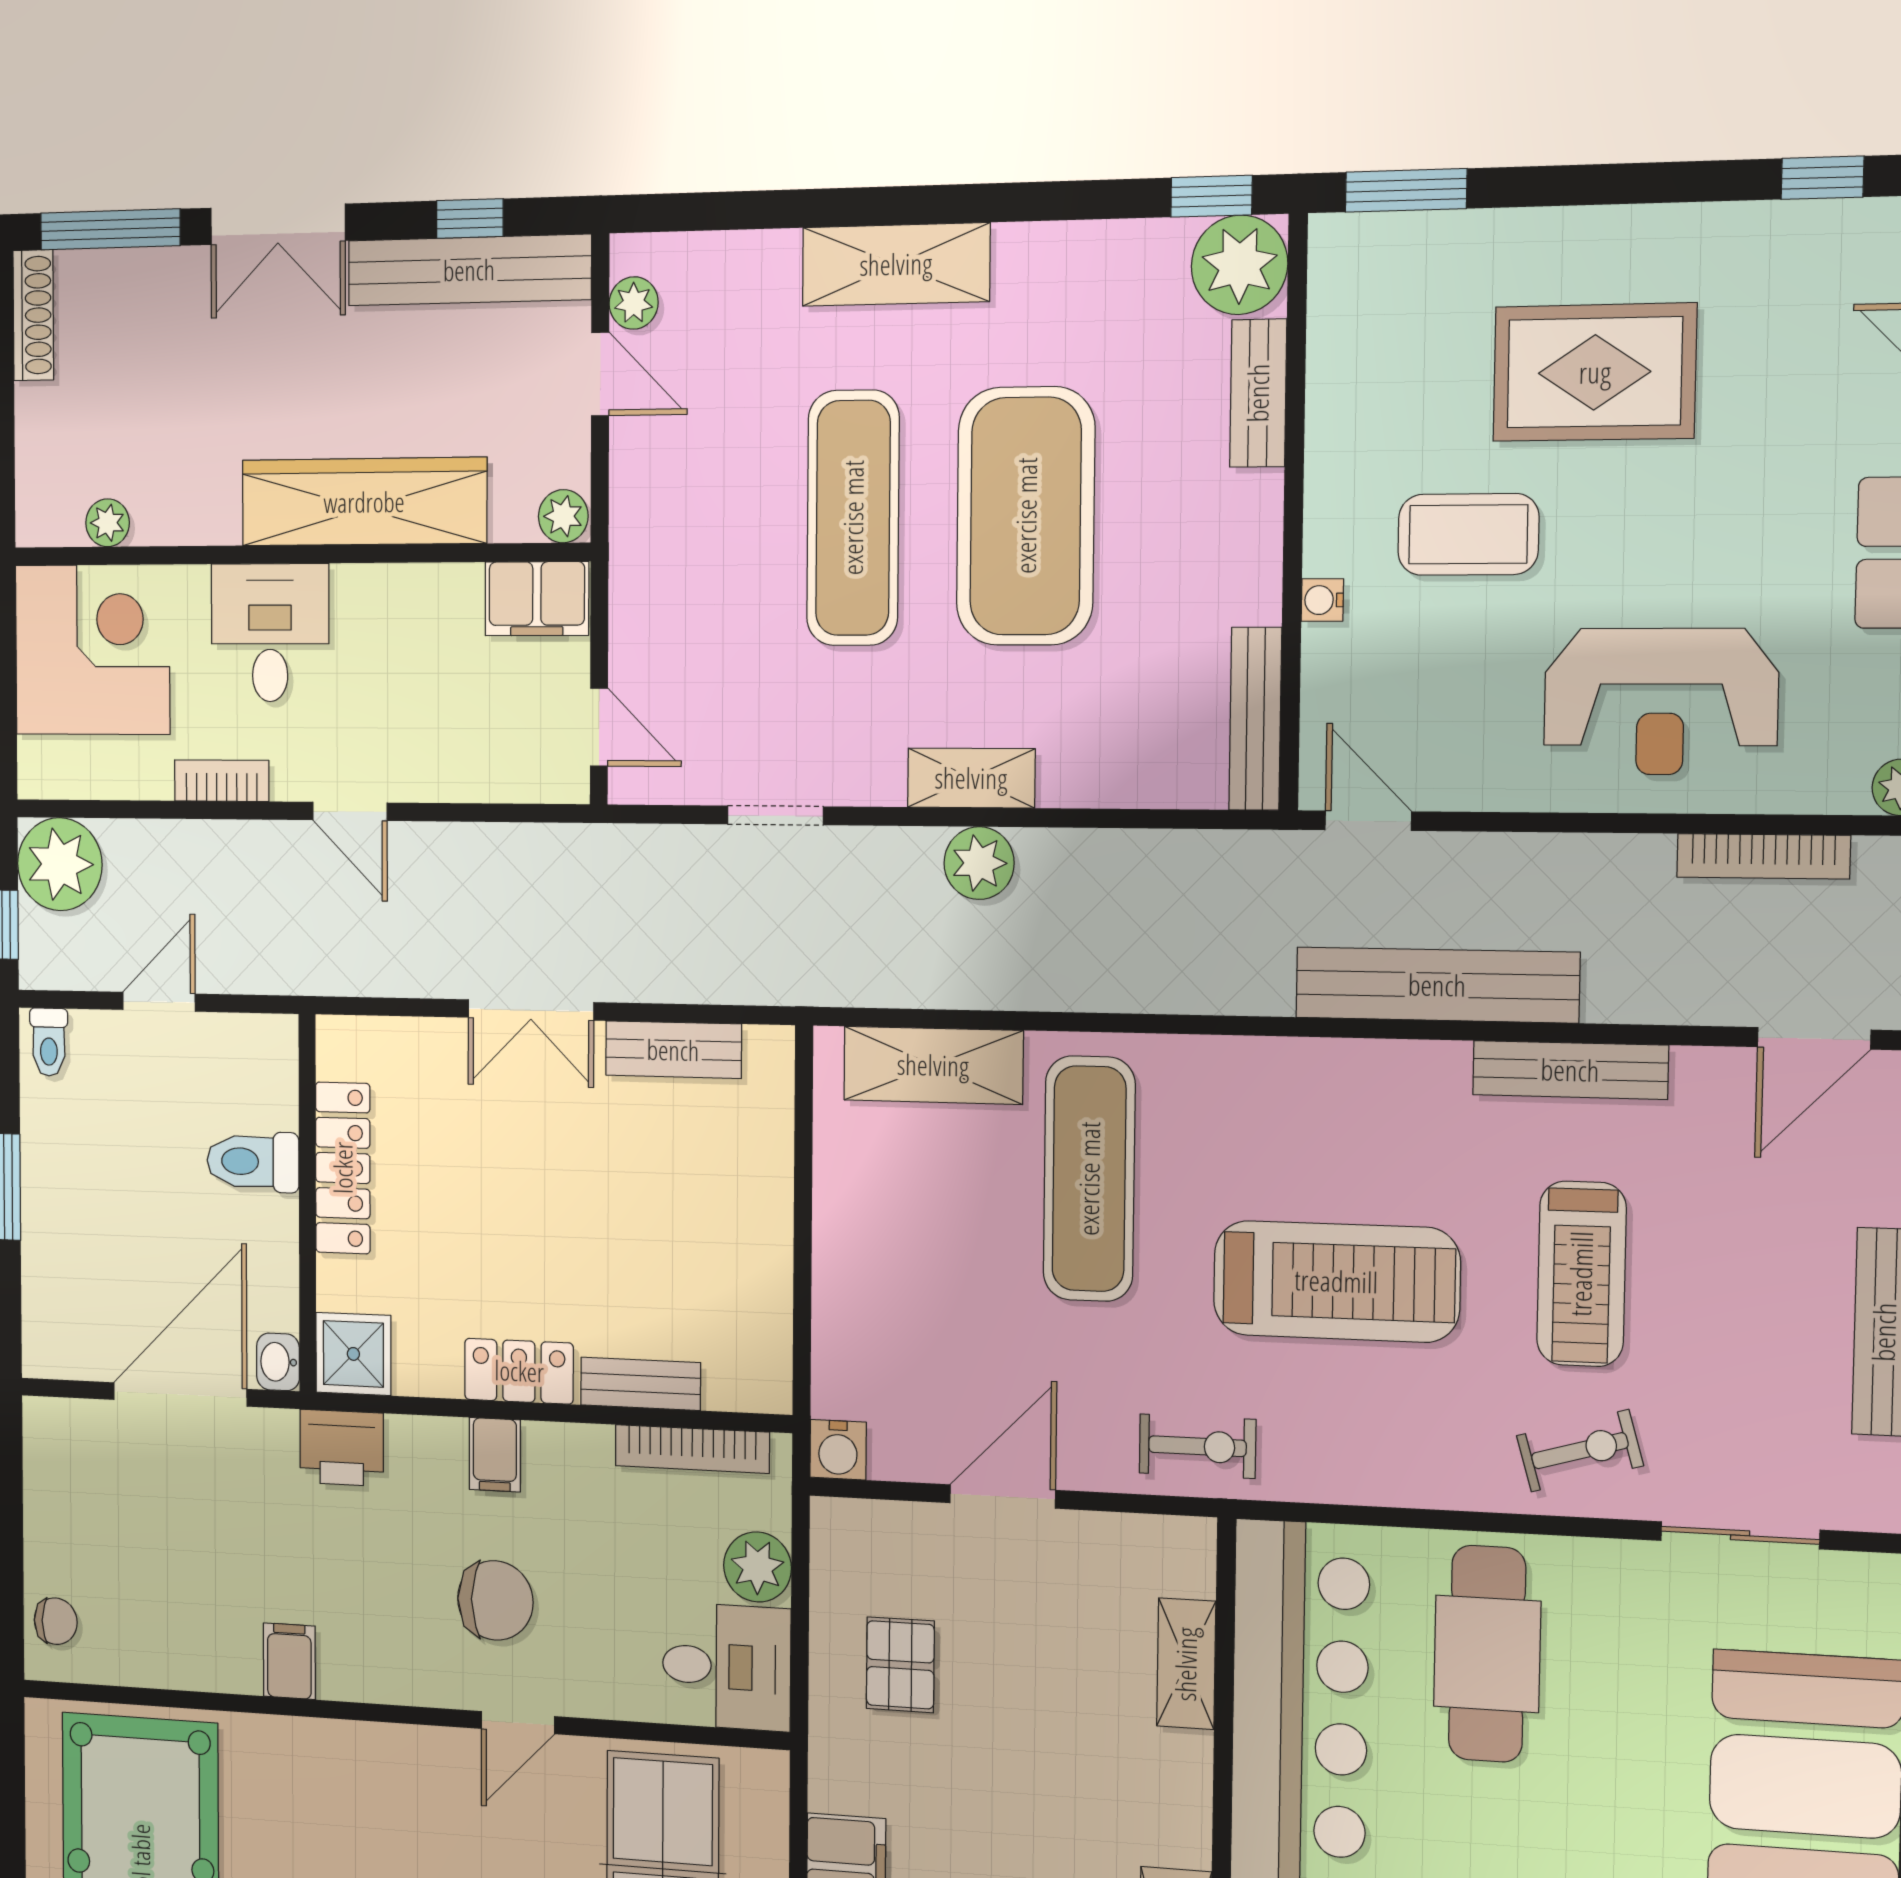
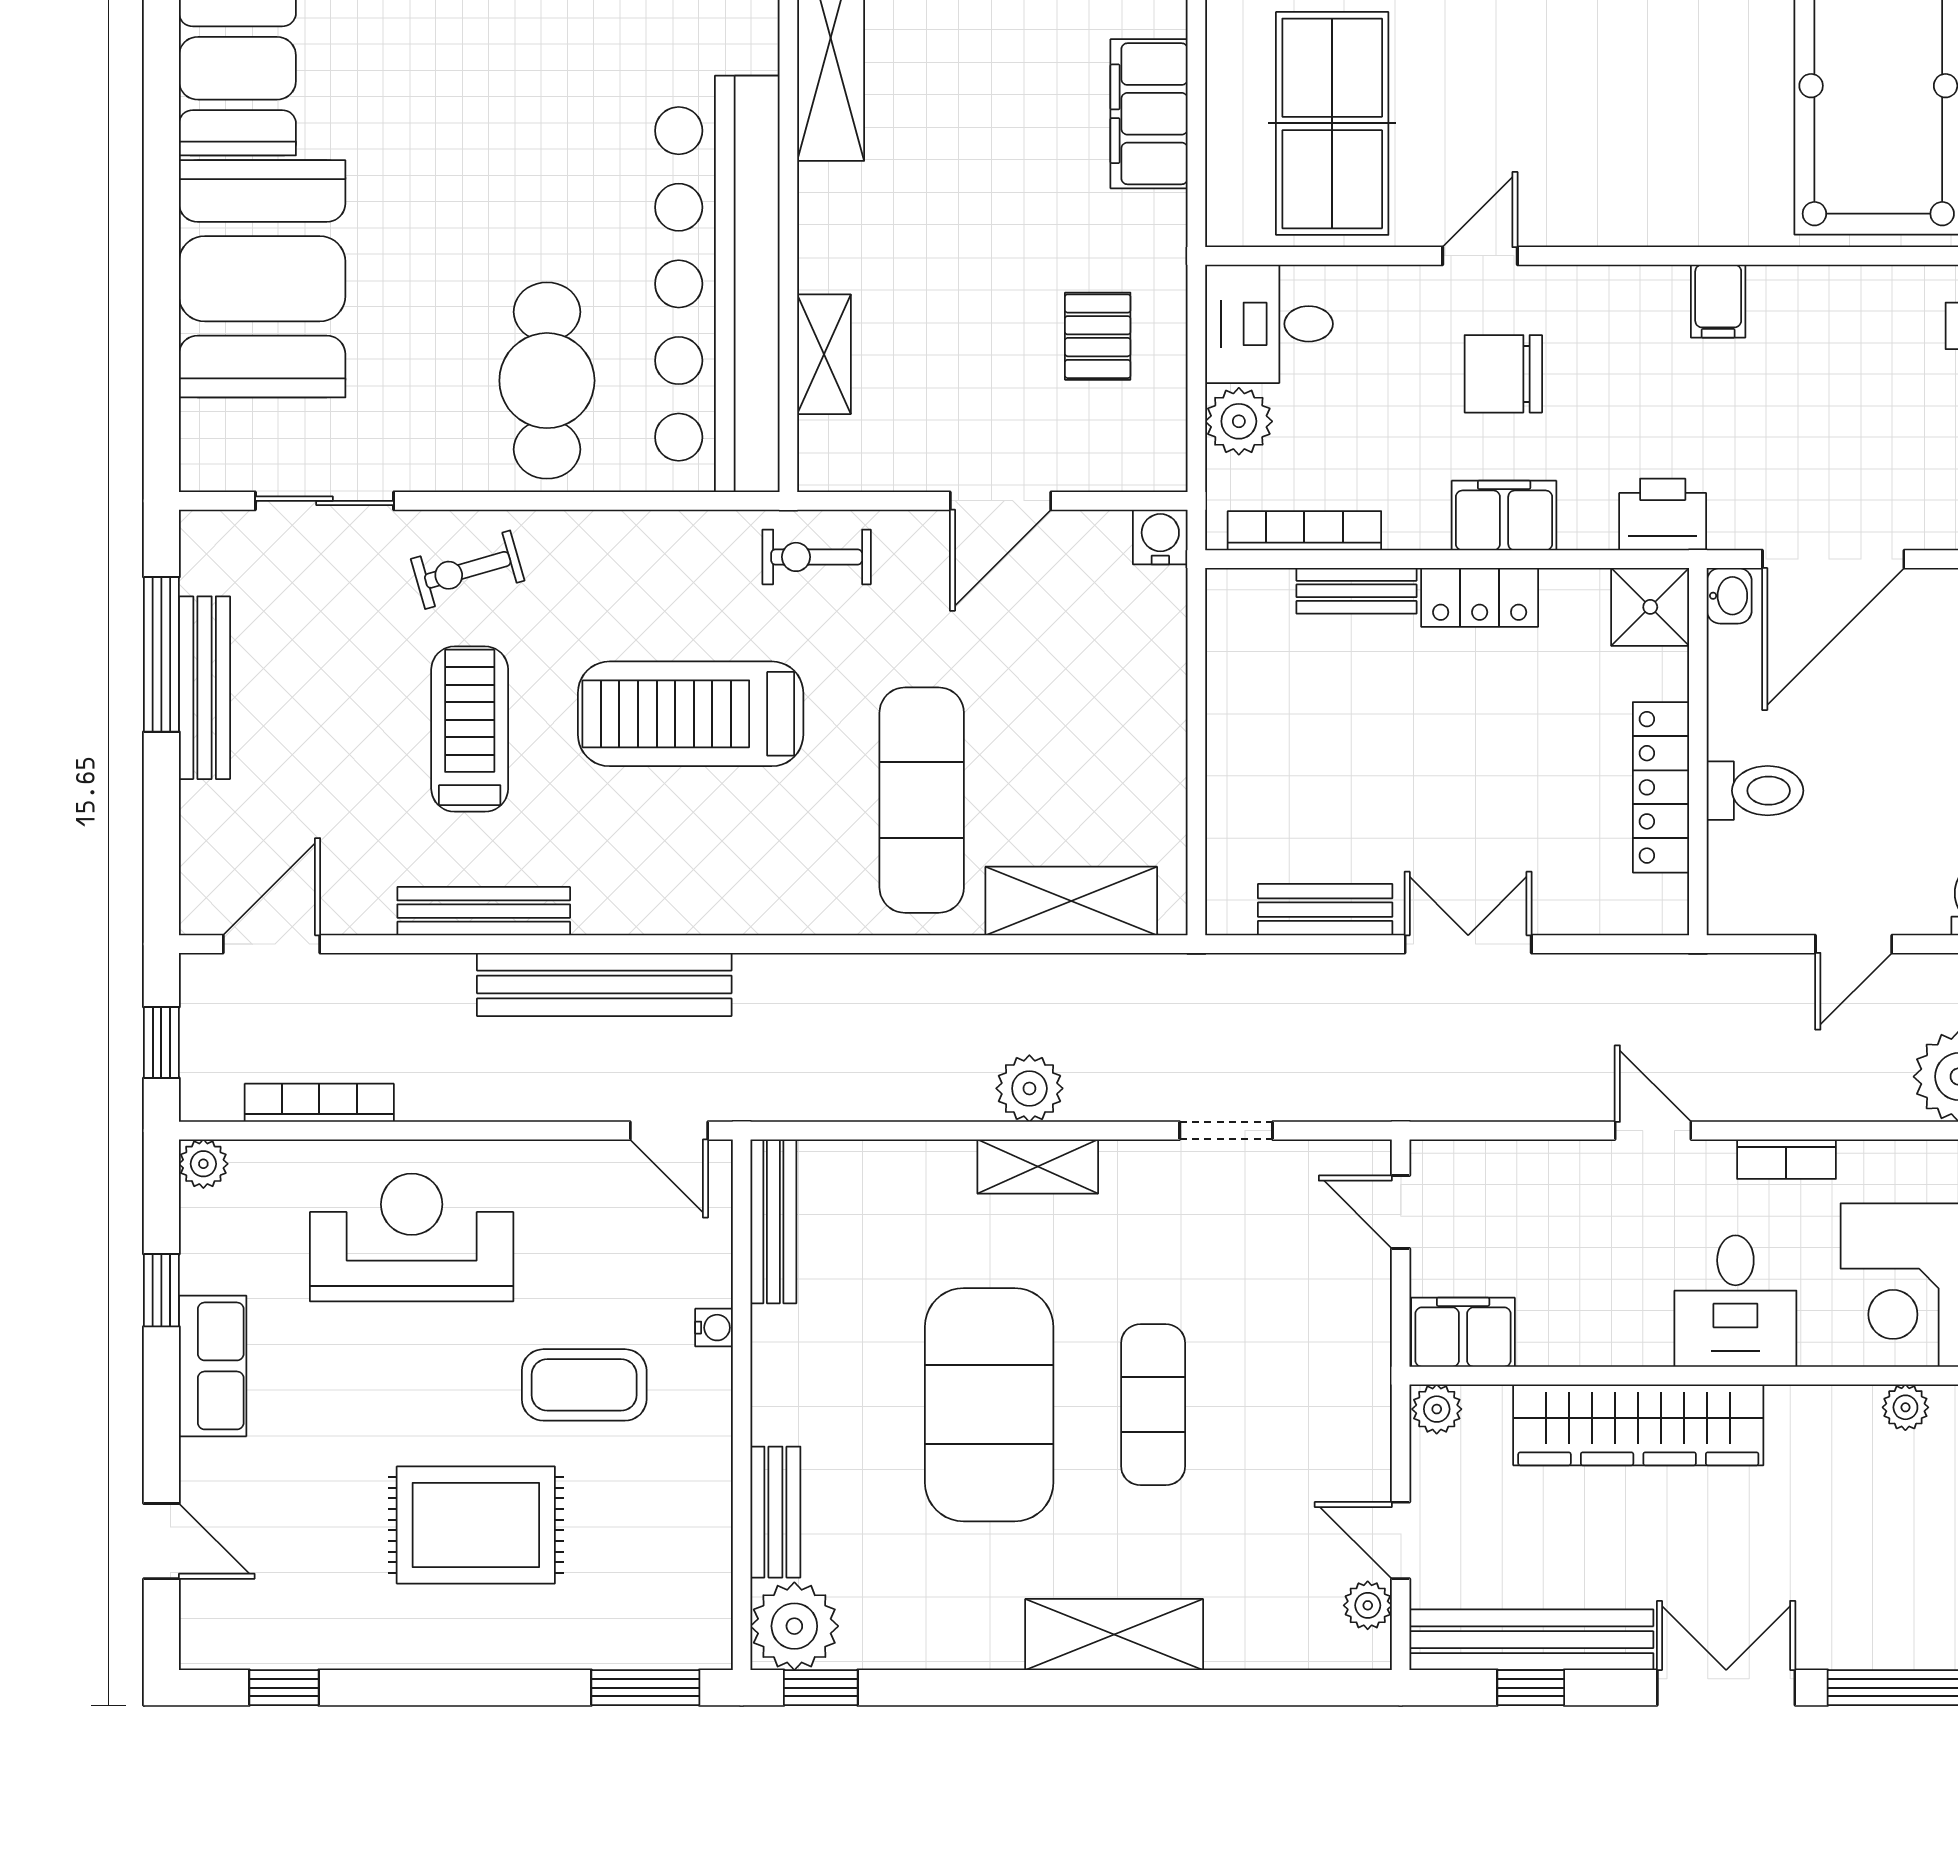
exercise mat: (853, 518) -> (1153, 1405), width x0.73, depth x0.69
filing cabinet: (495, 1455) -> (1504, 516), width x2.00

